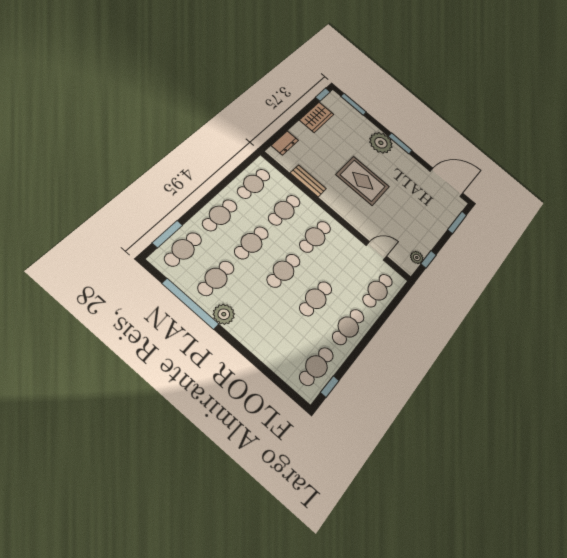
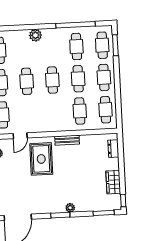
plant: (381, 143) -> (70, 208), width x0.53, depth x0.53
bench: (308, 181) -> (67, 140), moved
rug: (363, 181) -> (41, 159), moved, turned 90
cafe table: (315, 237) -> (54, 112), removed
plant: (224, 314) -> (35, 35), moved

